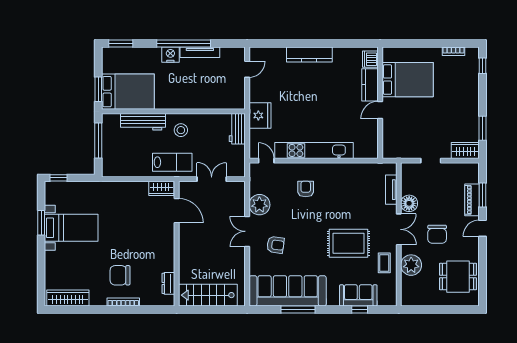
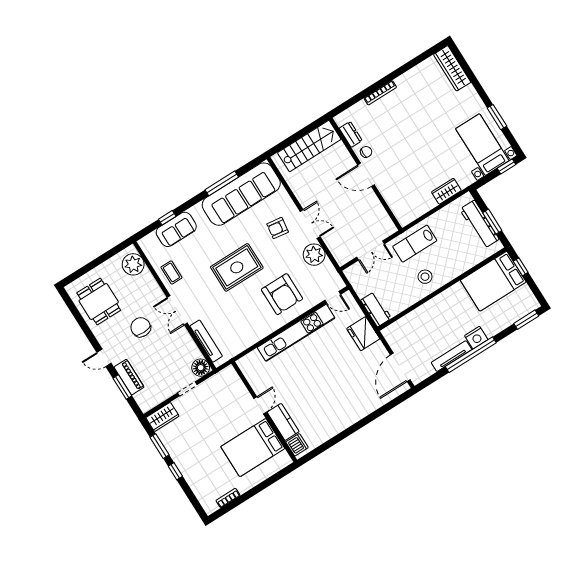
kitchen counter: (309, 54) -> (354, 415), removed
window: (483, 66) -> (175, 471), moved
door: (247, 69) -> (400, 367), width x1.88
window: (98, 89) -> (521, 267), width x0.67
workbench: (143, 122) -> (479, 224), moved, turned -90
window: (98, 140) -> (492, 222), width x0.69
wardrobe: (161, 188) -> (446, 191), moved
armchair: (306, 189) -> (282, 294), width x1.88, depth x1.88
tv unit: (391, 190) -> (206, 341), width x1.41
floor lamp: (409, 203) -> (201, 368), moved
door: (177, 211) -> (366, 175), moved
bed with nightstands: (71, 228) -> (482, 145), moved, turned 90
door: (483, 228) -> (104, 358), swing flipped
rug: (348, 243) -> (237, 267), moved
plant: (411, 265) -> (133, 264), moved
chair: (120, 275) -> (366, 152), moved, width x0.54, depth x0.54
dining table: (458, 277) -> (99, 302), turned 90
wardrobe: (68, 298) -> (452, 68), moved, turned 90

